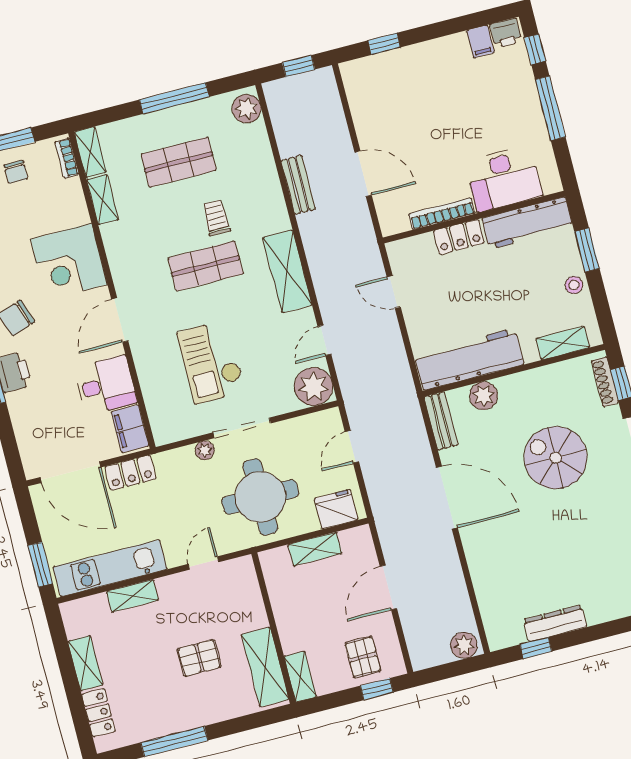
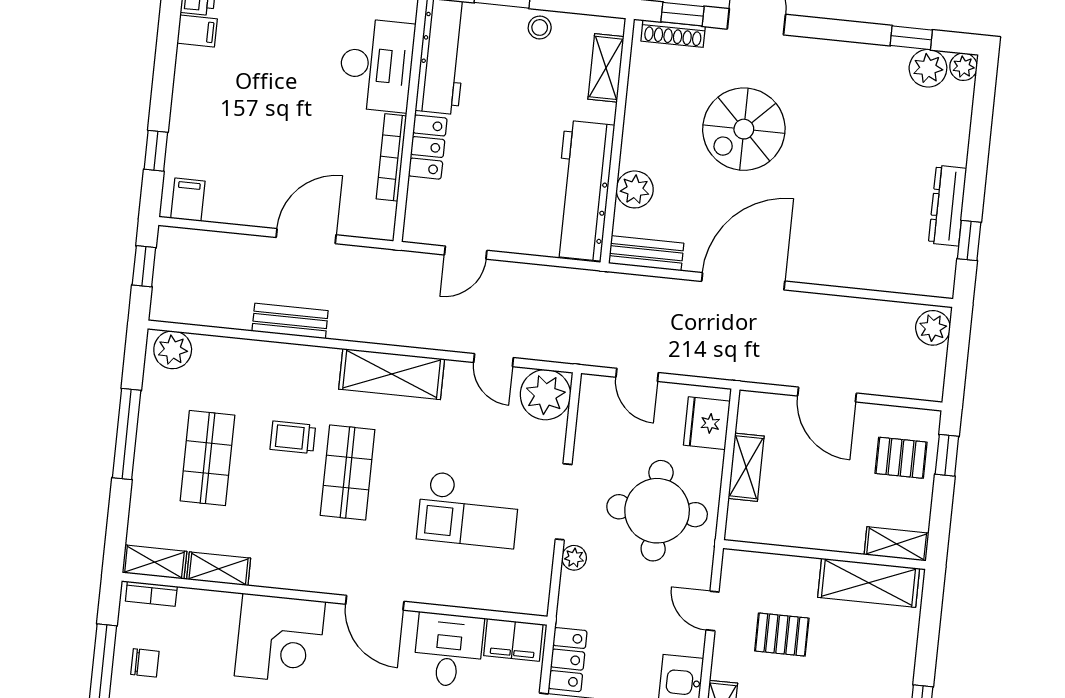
filing cabinet: (358, 80) -> (188, 200), added
pallet: (199, 658) -> (782, 635), moved, turned 90

